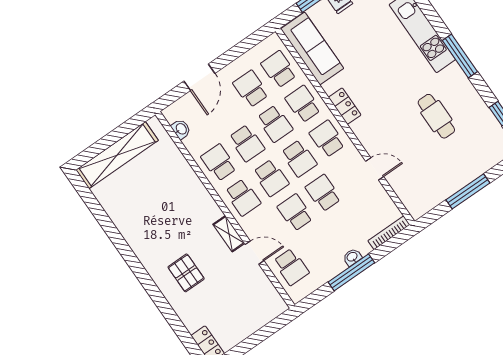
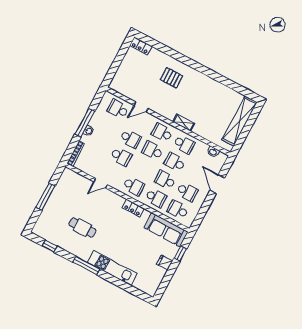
school desk: (279, 69) -> (178, 210), turned 180
school desk: (299, 158) -> (143, 168), removed
shelving: (229, 234) -> (184, 123), moved

